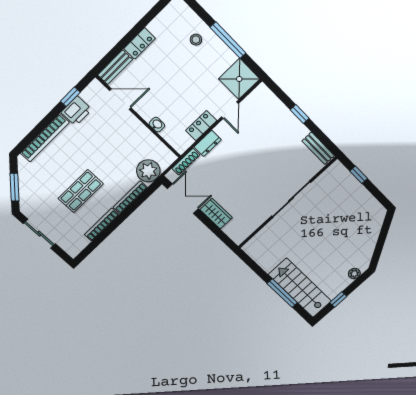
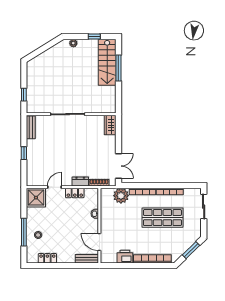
window: (228, 40) -> (24, 232), moved
locker: (140, 43) -> (47, 258), moved
window: (70, 97) -> (121, 266), removed
shop shelf: (81, 191) -> (162, 218), width x1.43, depth x1.36
double door: (183, 199) -> (118, 166), swing flipped
wardrobe: (216, 214) -> (110, 125), moved
sliding door: (39, 234) -> (204, 207), moved

